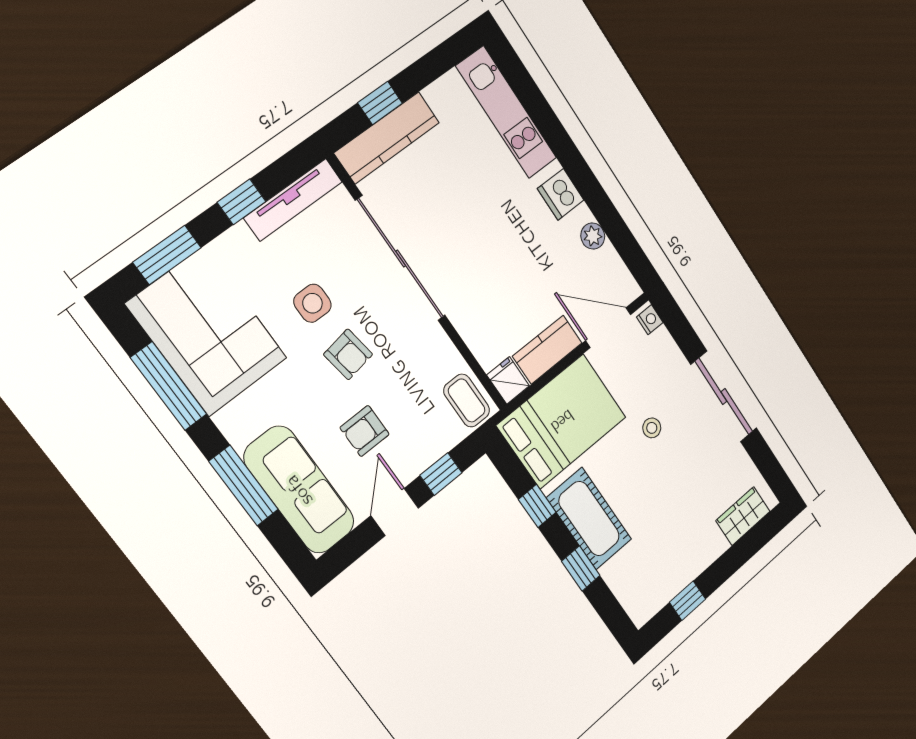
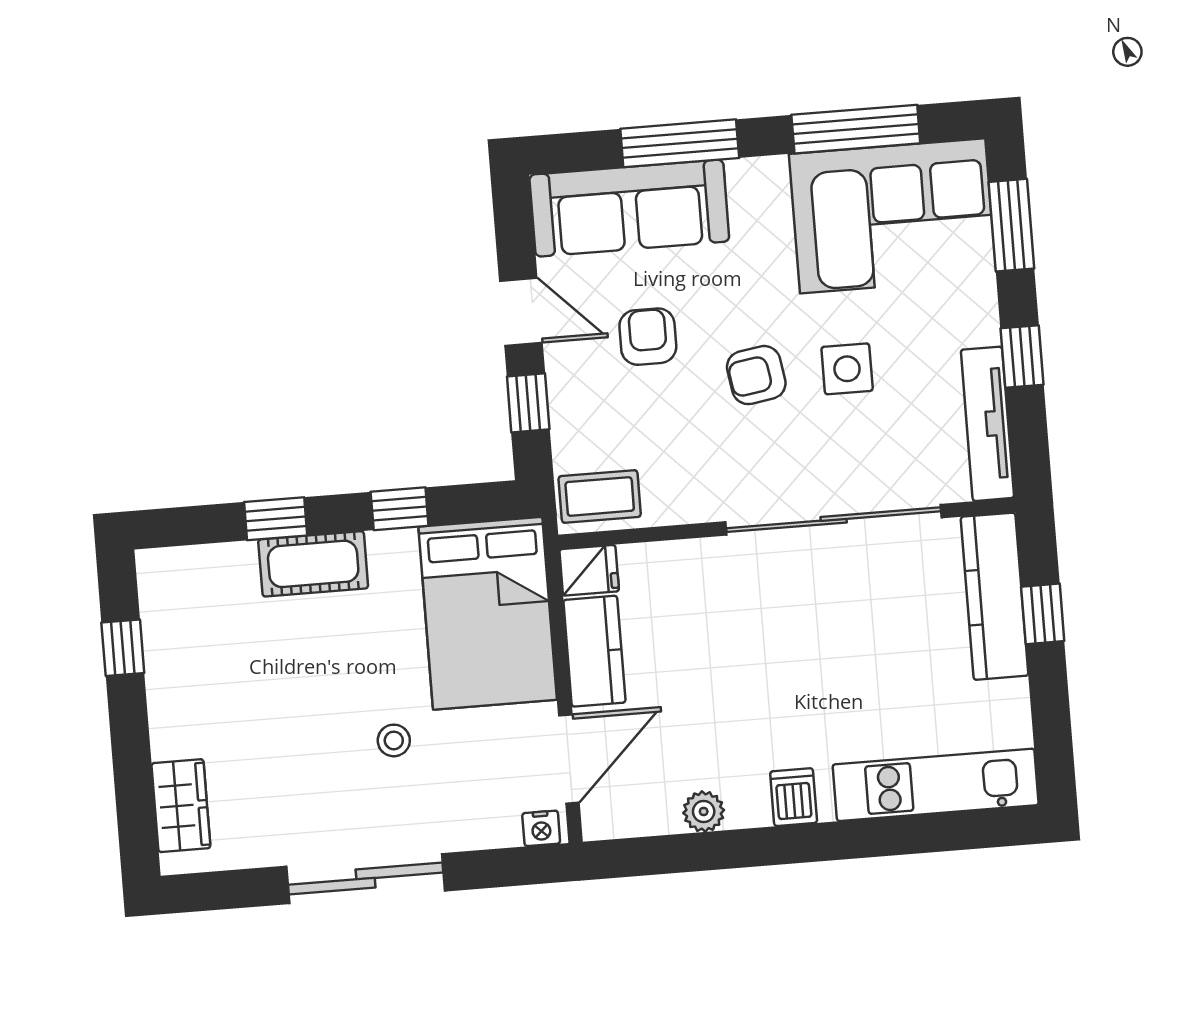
dishwasher: (561, 194) -> (794, 797), width x0.73
cot: (589, 519) -> (313, 564), width x0.73, depth x0.75

